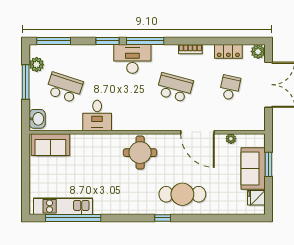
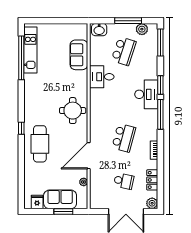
desk: (132, 59) -> (146, 94), moved
sofa: (50, 145) -> (79, 55), moved

